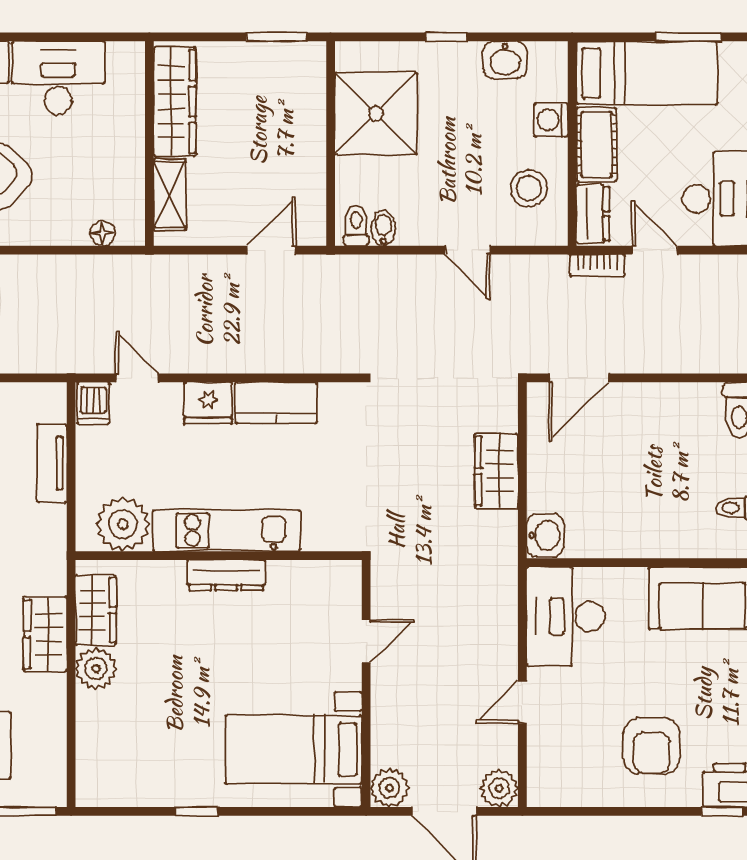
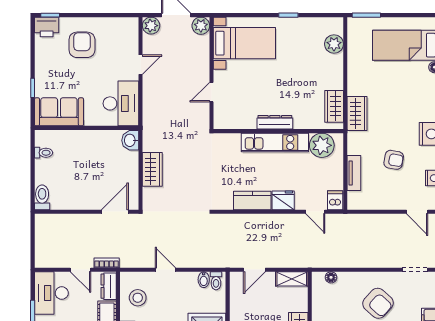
shelving: (170, 195) -> (292, 279), moved, turned 90
wardrobe: (45, 634) -> (357, 114), moved
plant: (96, 669) -> (334, 44), moved

